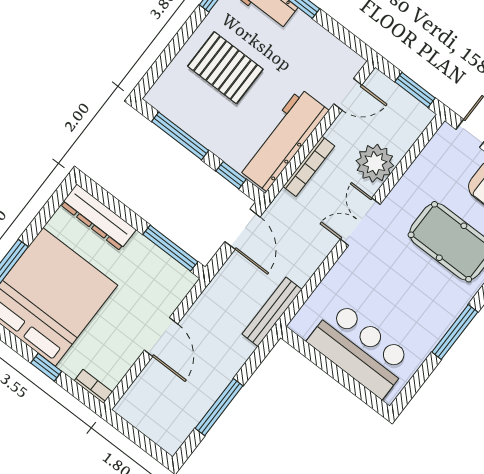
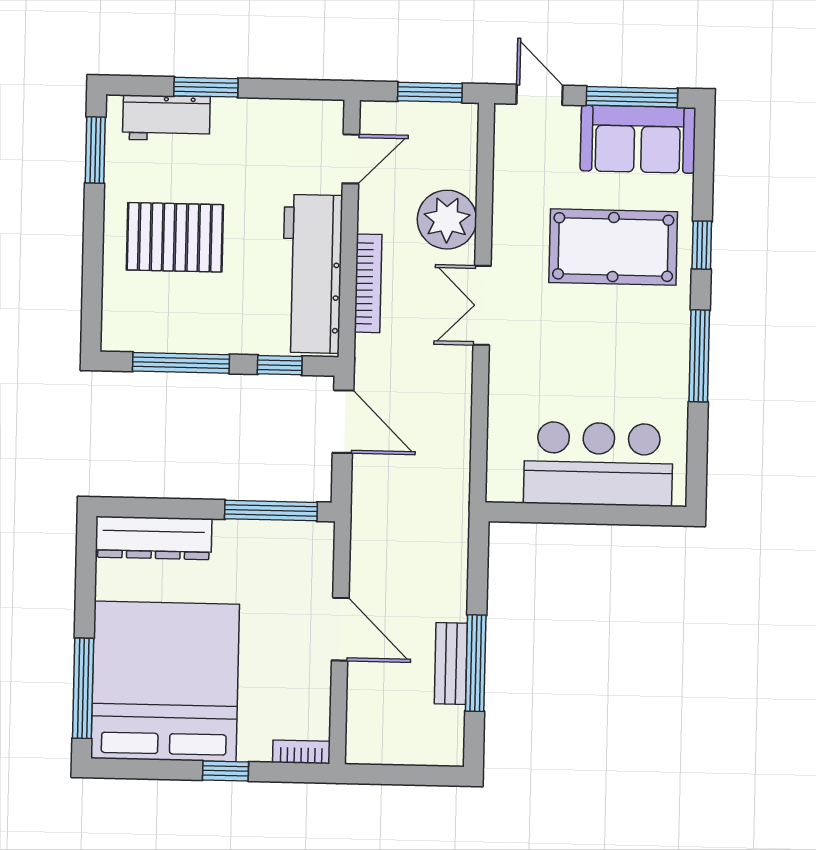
bench: (272, 312) -> (451, 663), moved, width x0.73

